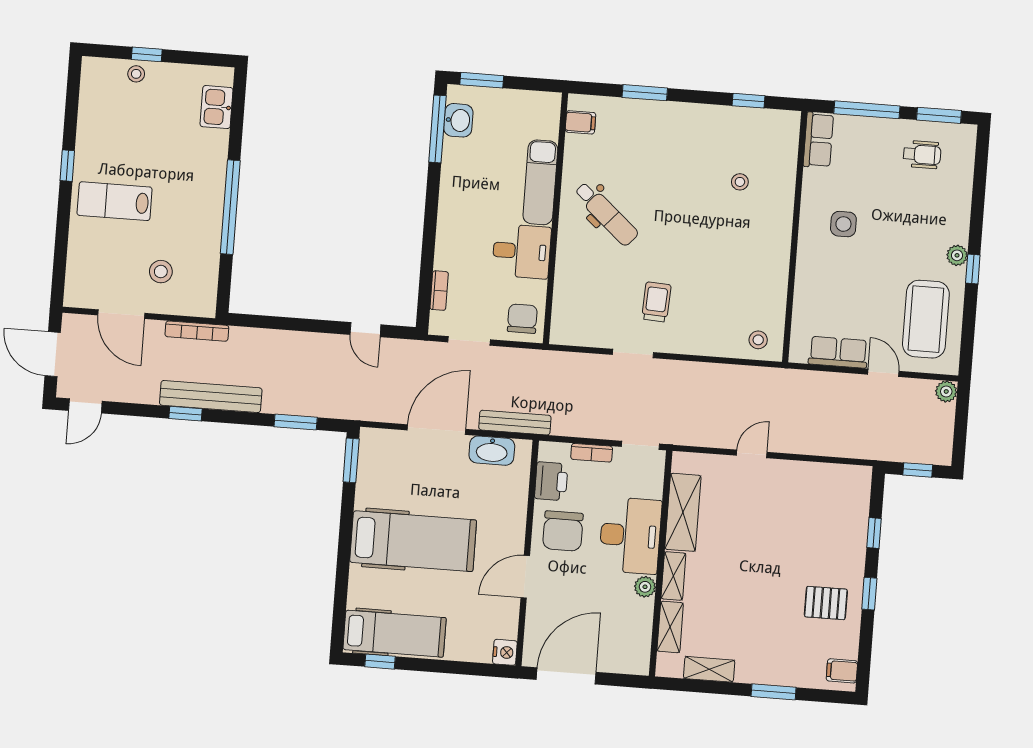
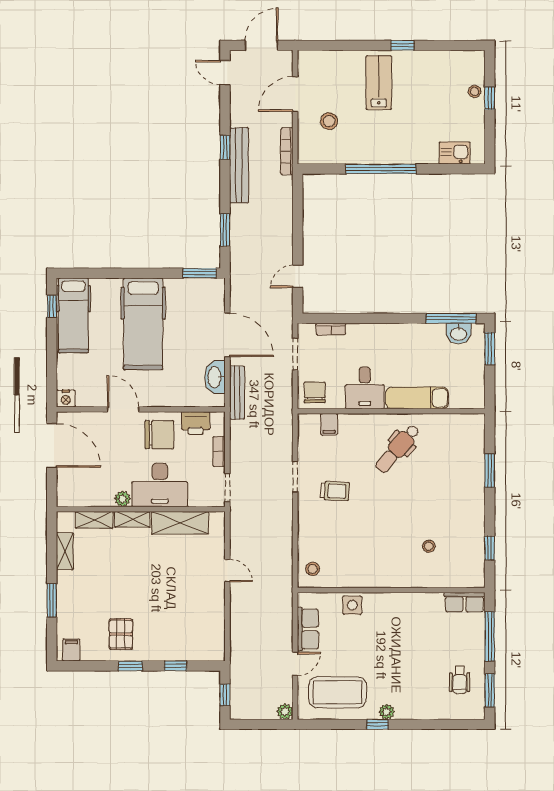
filing cabinet: (580, 122) -> (329, 424), moved
side table: (843, 224) -> (352, 605), moved
chair: (522, 319) -> (315, 392), turned -90
chair: (563, 531) -> (159, 435), turned 180

